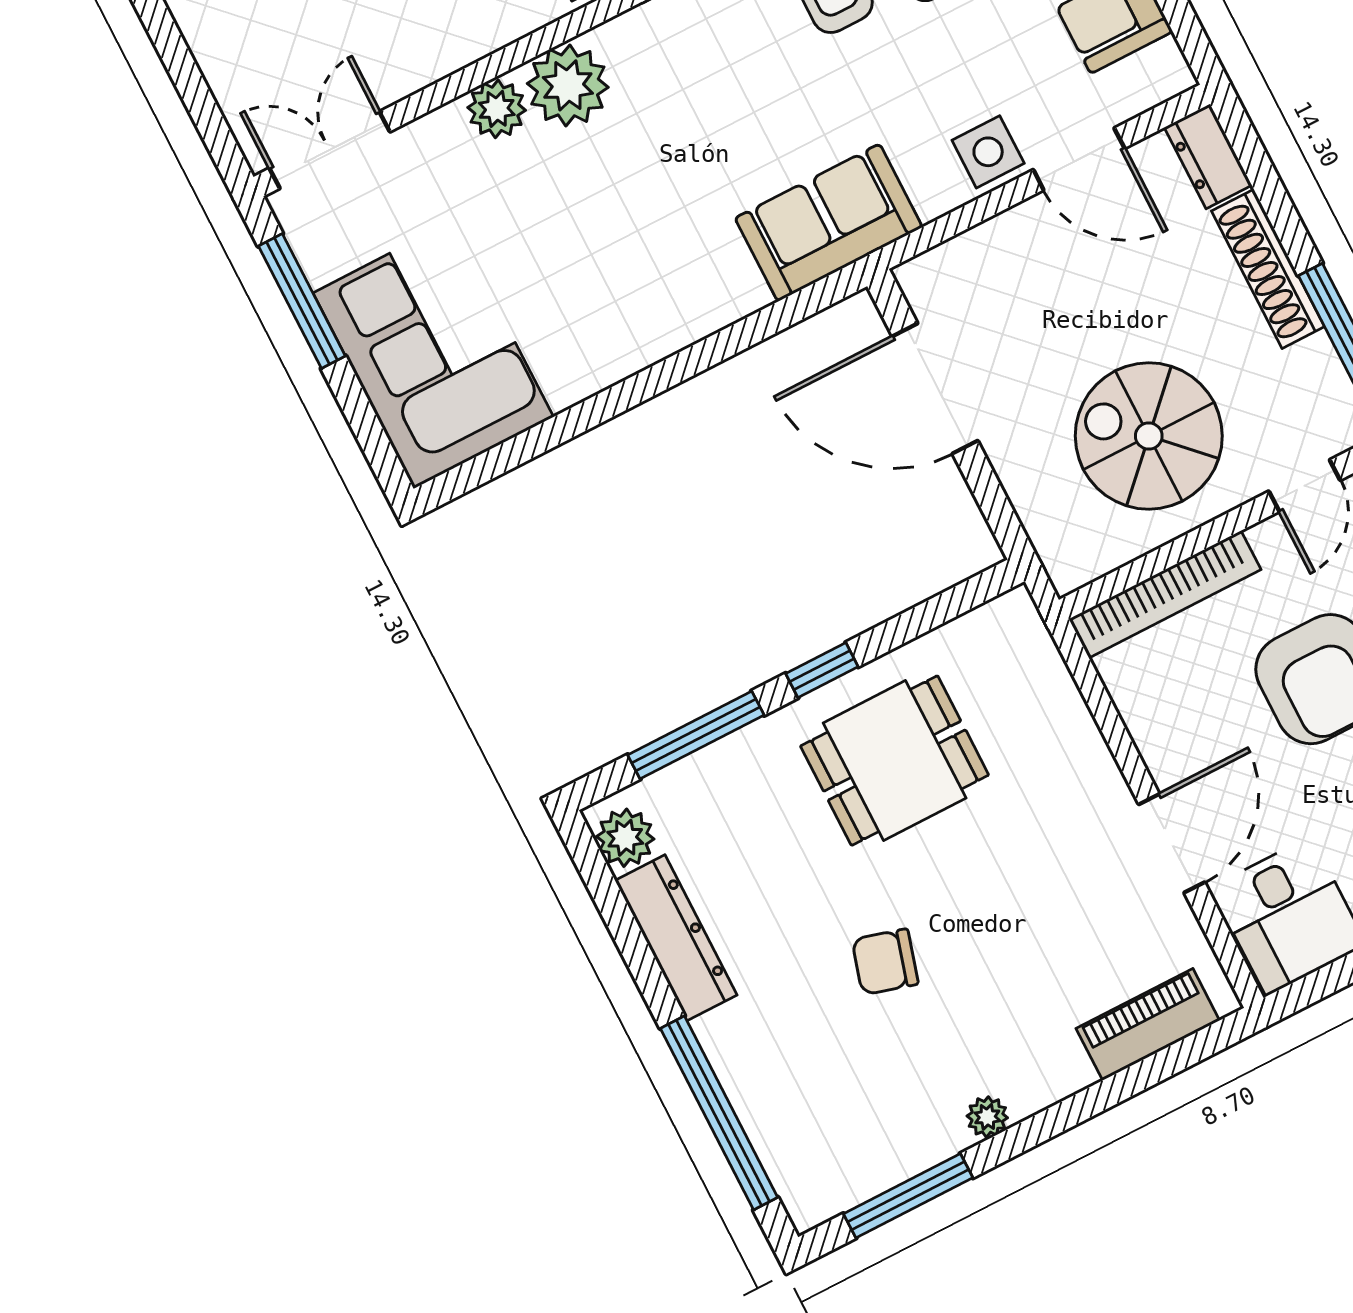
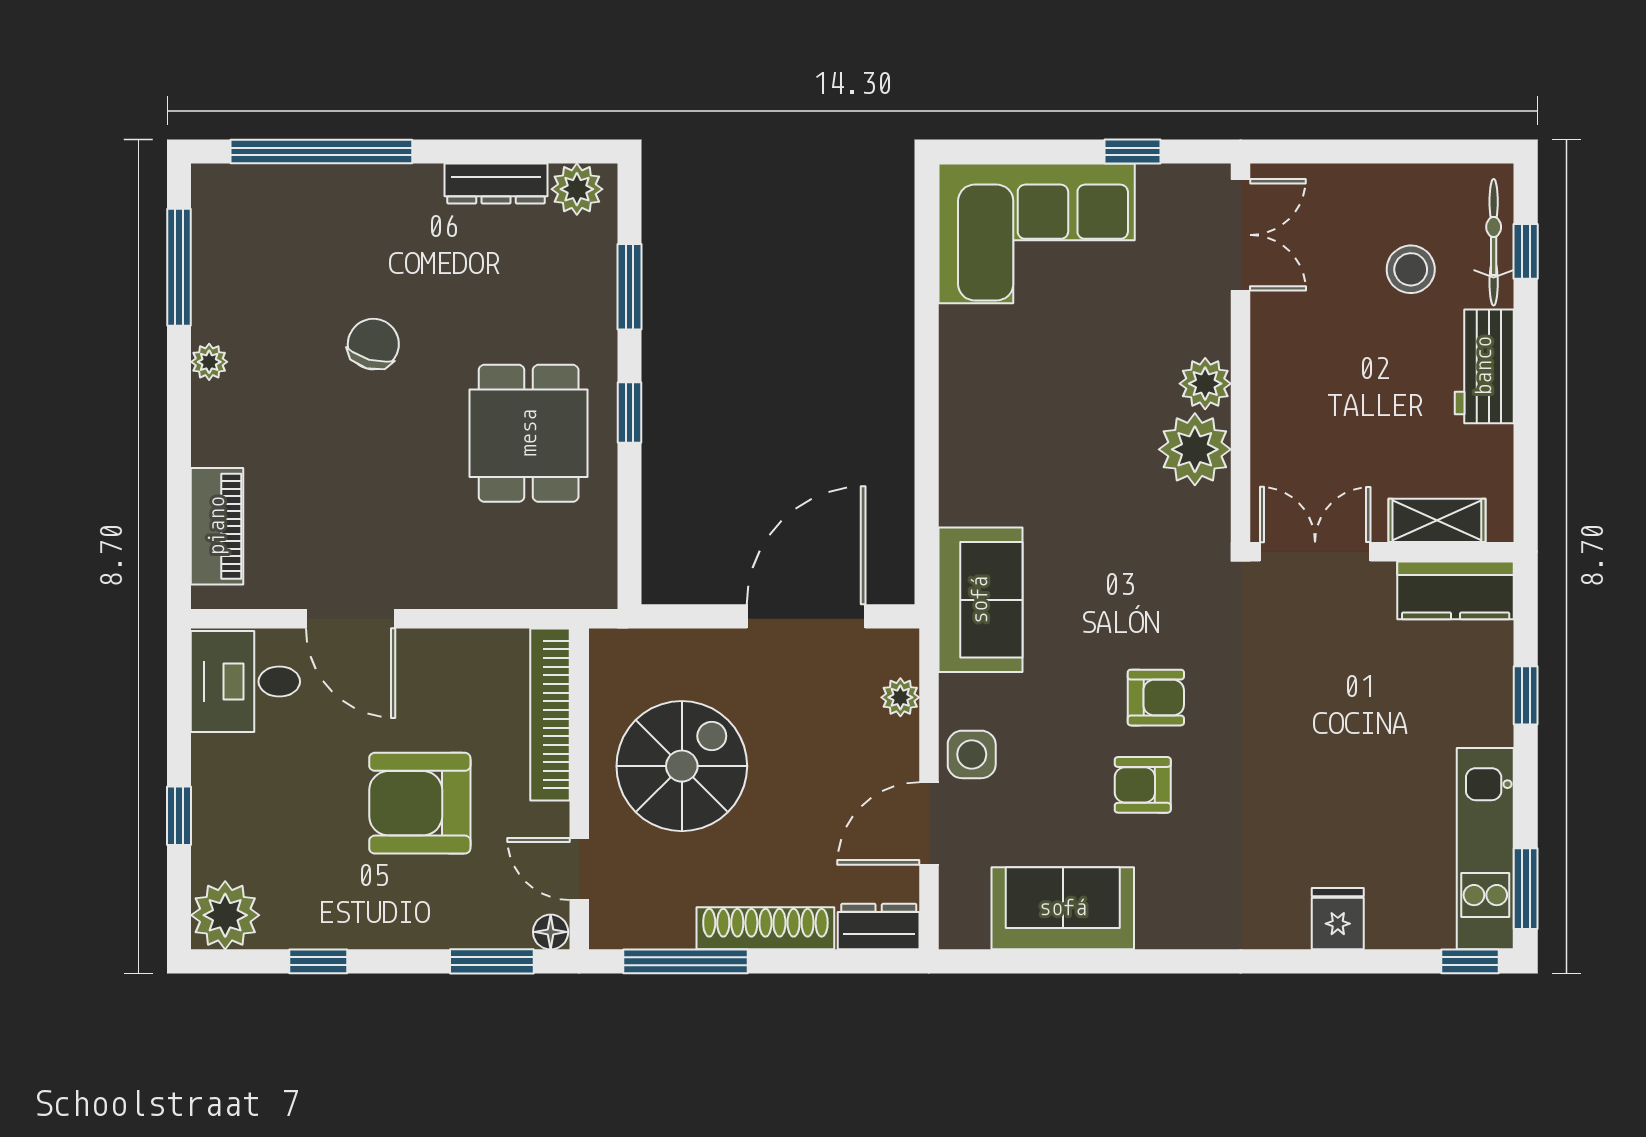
plant: (968, 253) -> (900, 697), added
window: (302, 301) -> (1132, 152), width x0.46
window: (696, 735) -> (629, 287), width x0.69
dresser: (676, 938) -> (496, 184), width x0.73, depth x0.80

